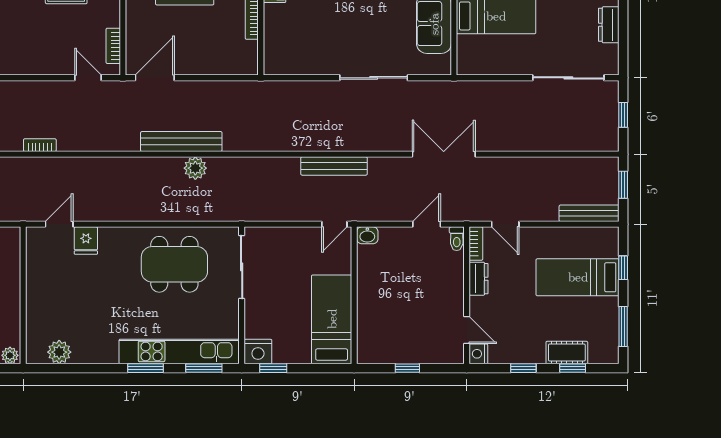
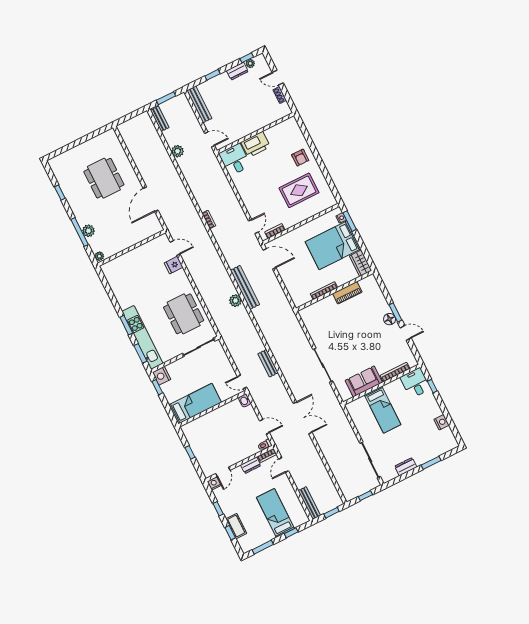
bench: (334, 166) -> (268, 363), width x0.73
plant: (59, 352) -> (113, 279), removed

